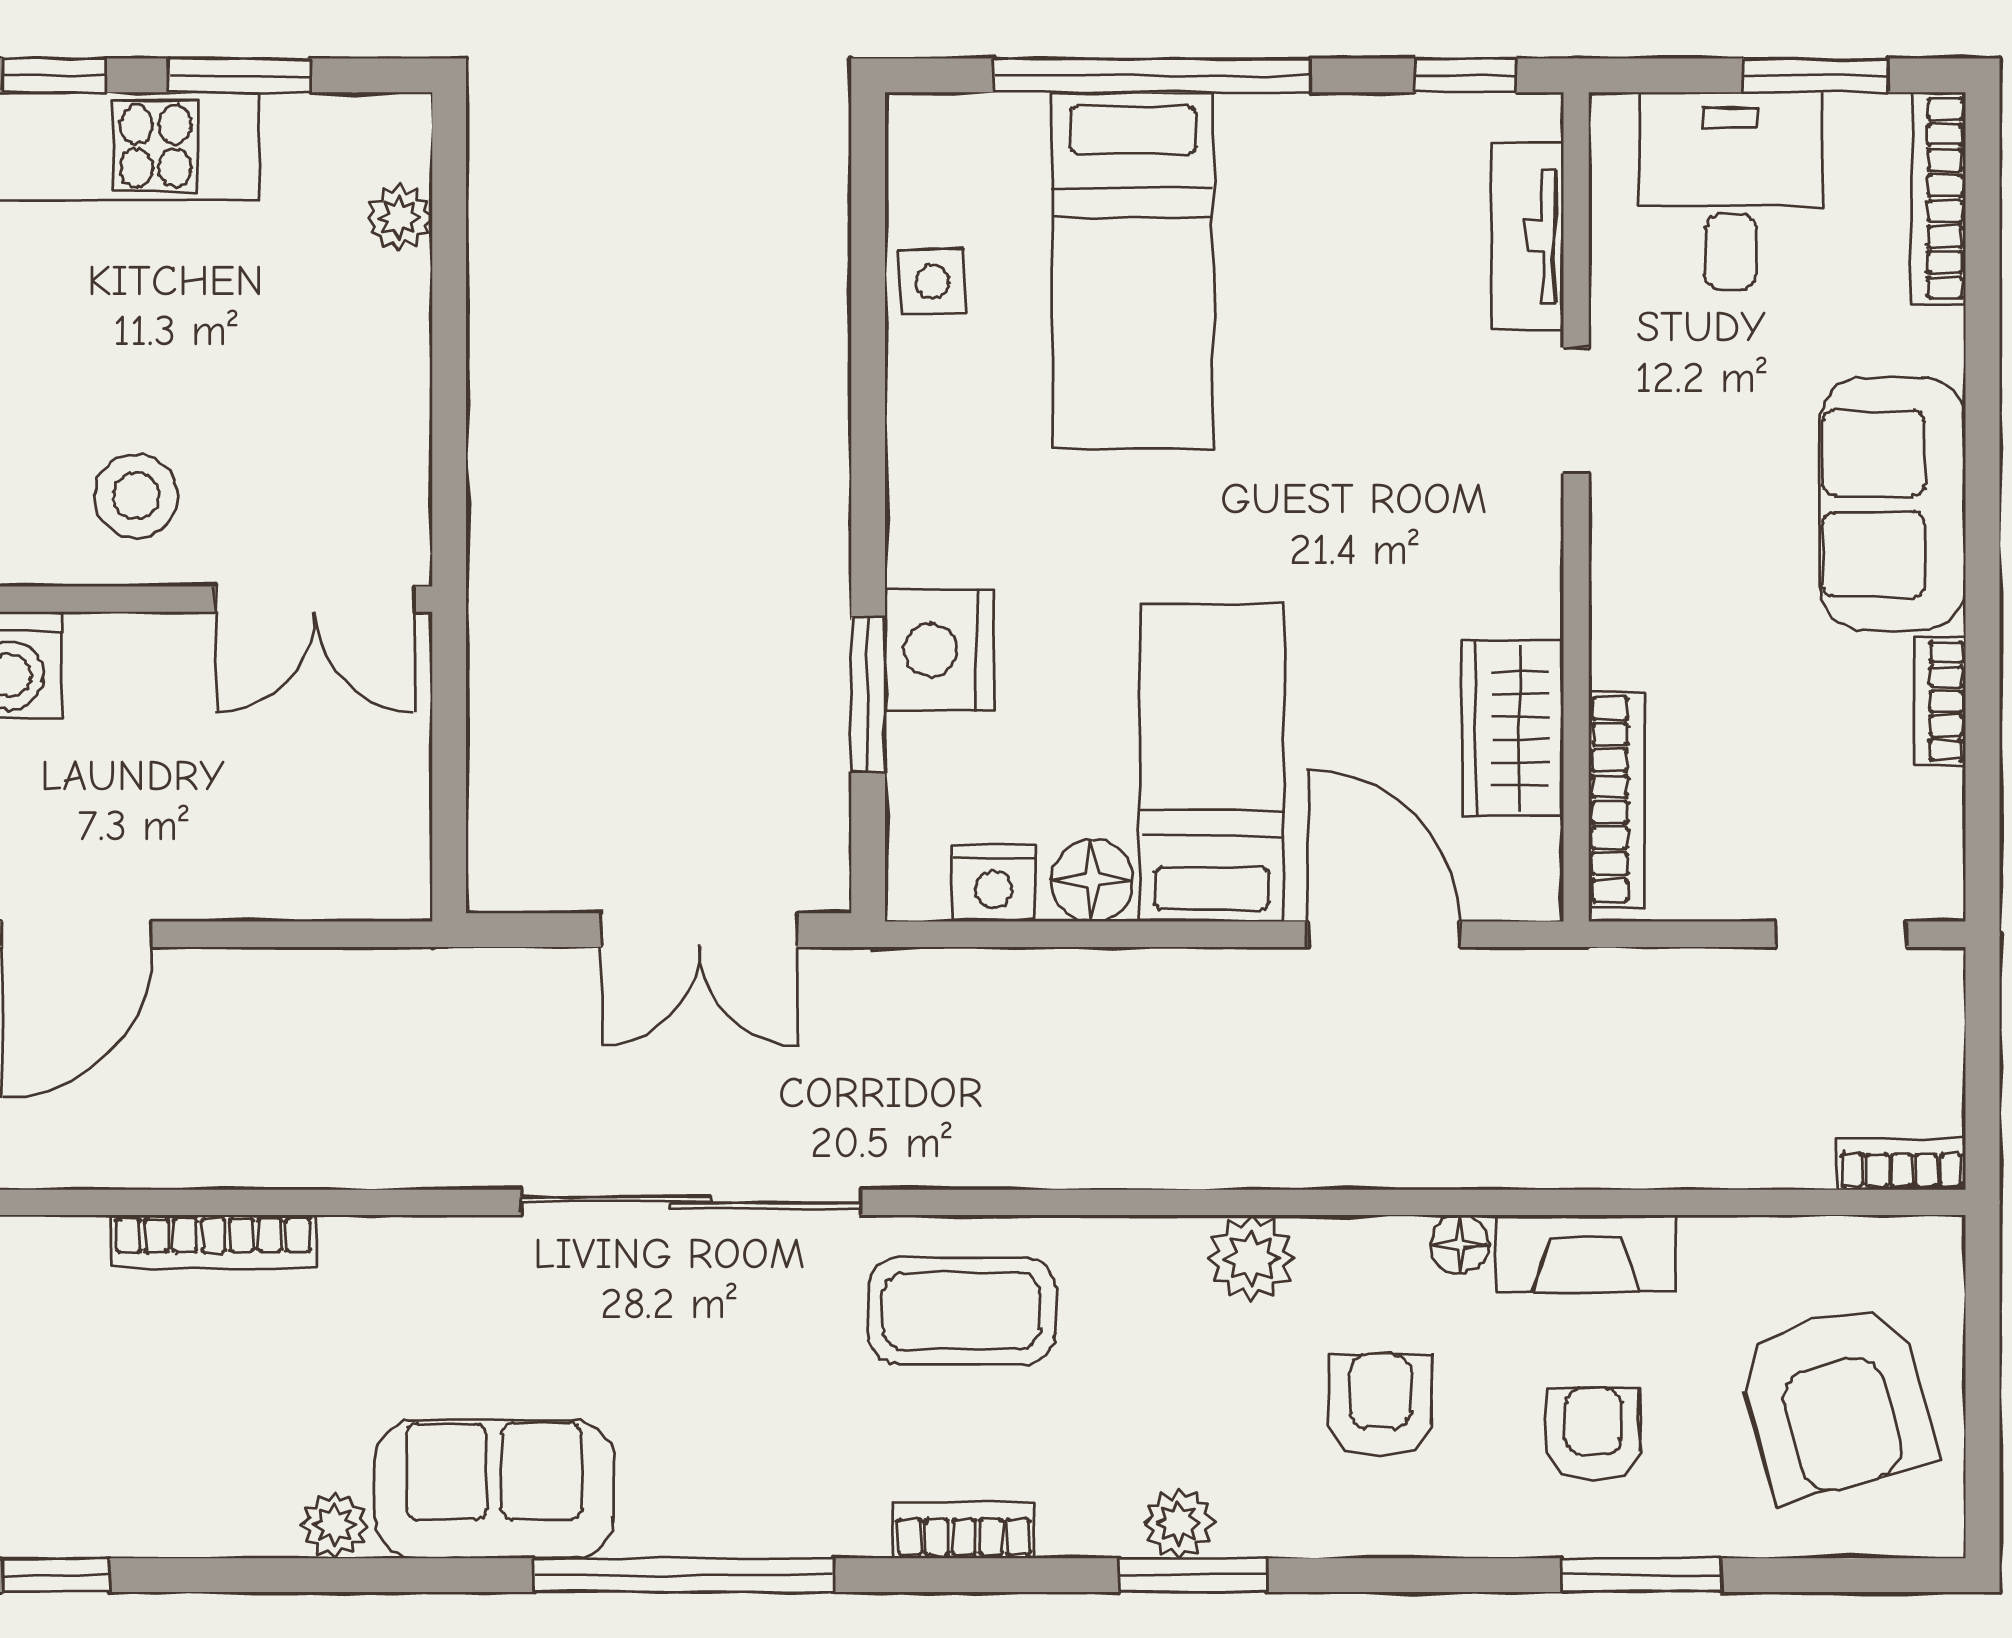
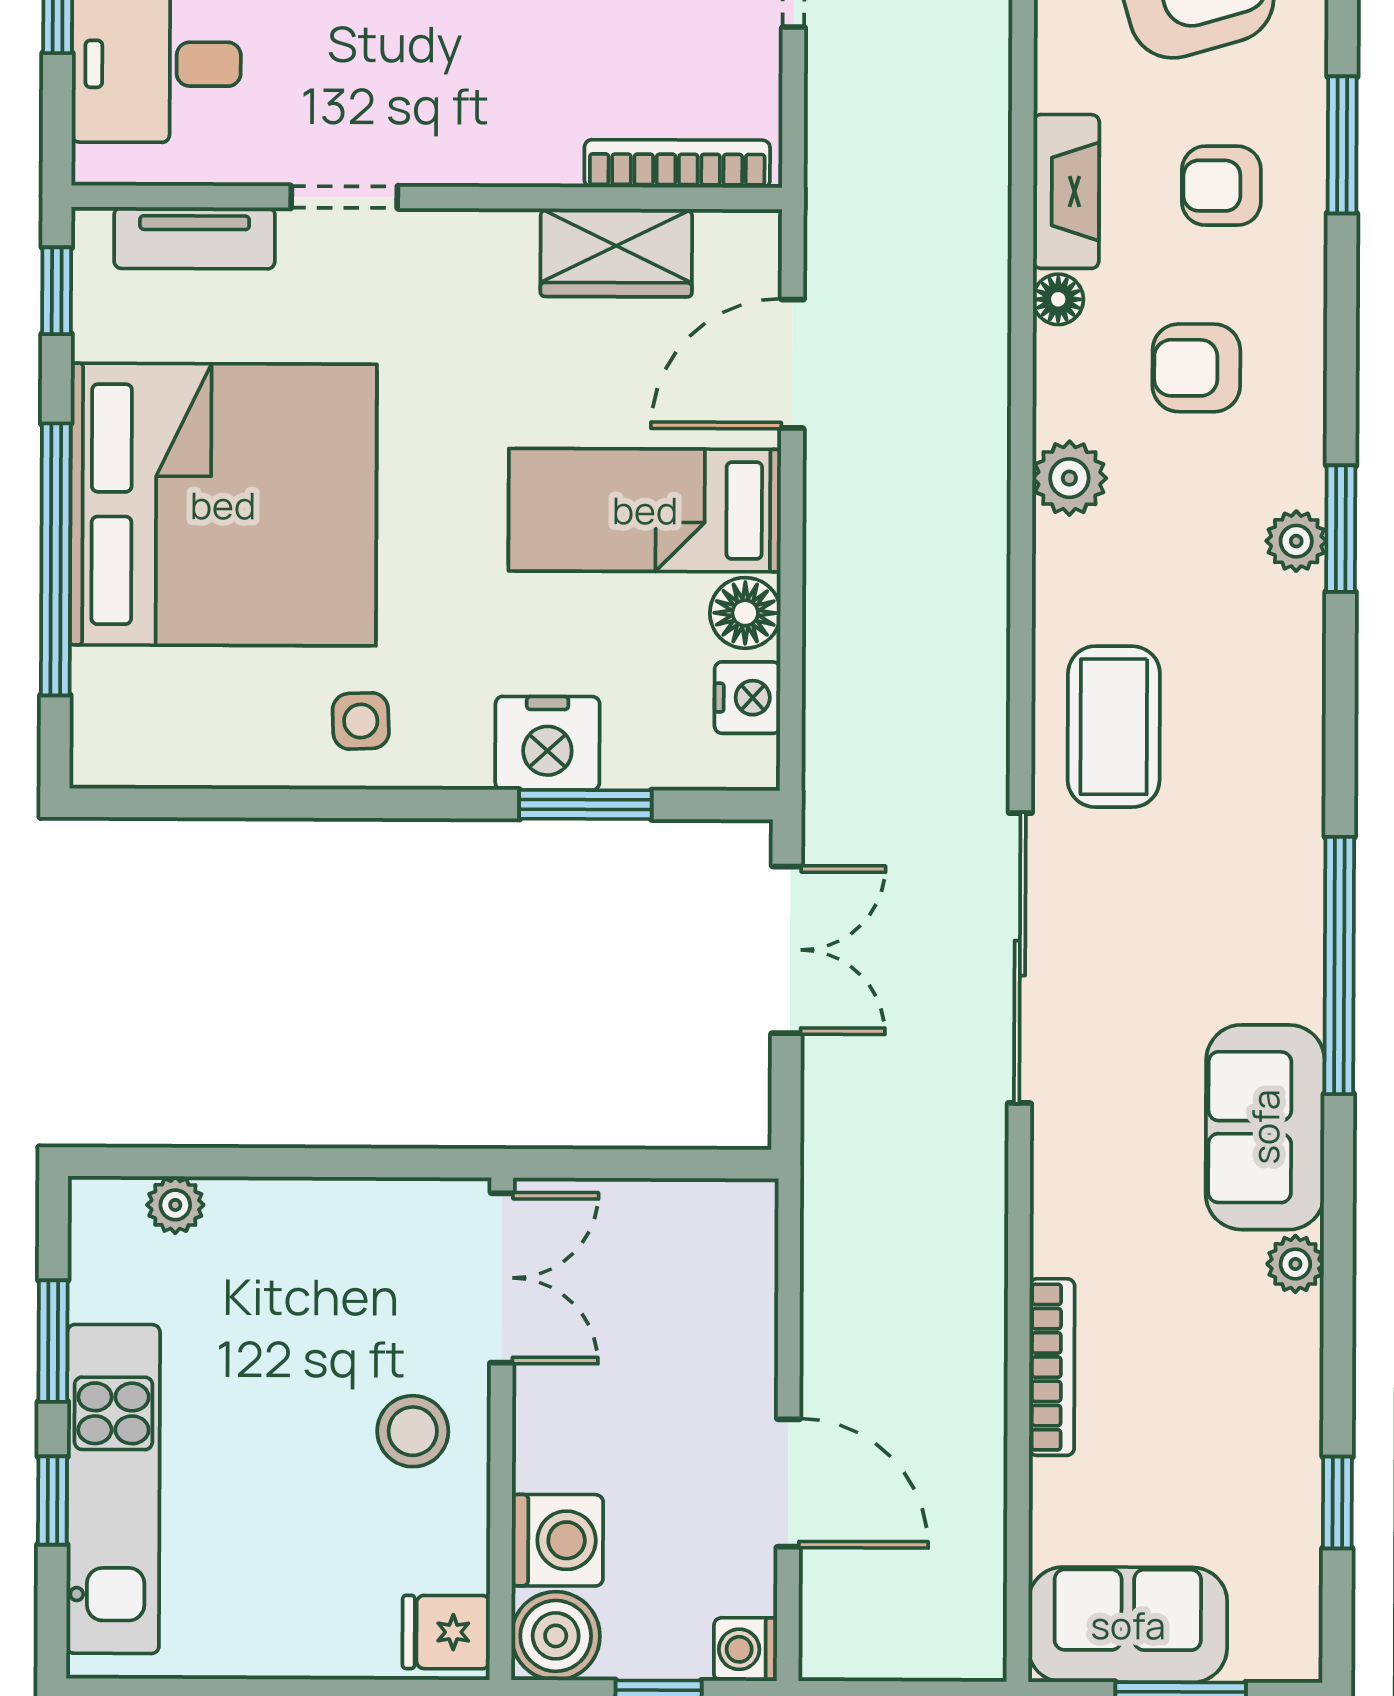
bed: (1133, 271) -> (223, 505), width x2.04
side table: (932, 282) -> (361, 721), moved
bookcase: (964, 1530) -> (1302, 725), removed

